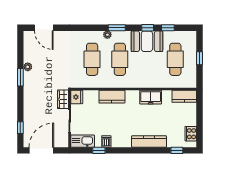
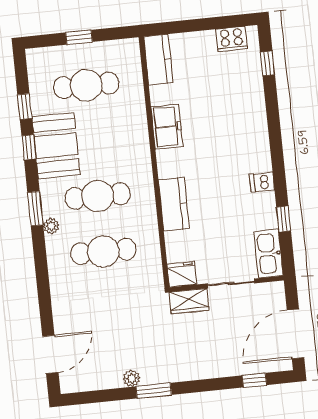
dishwasher: (106, 141) -> (262, 182), moved
kitchen counter: (149, 142) -> (256, 121), removed
door: (41, 150) -> (295, 334), hinge flipped

